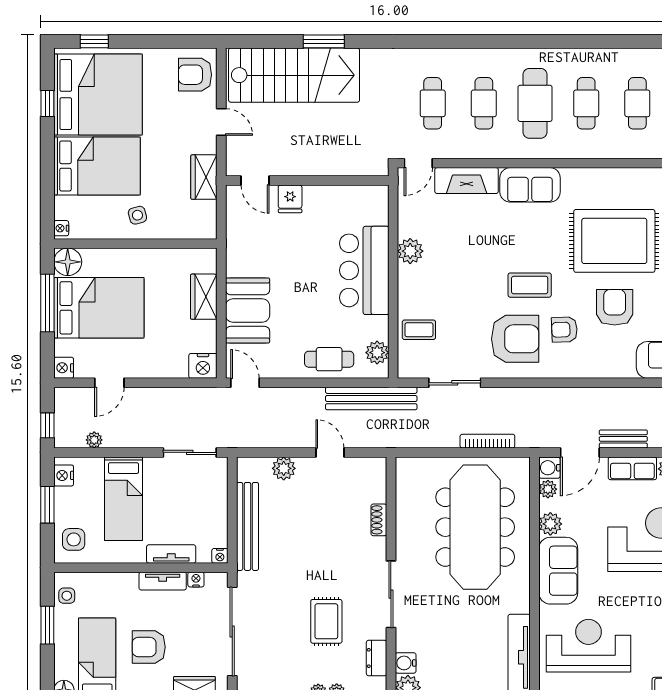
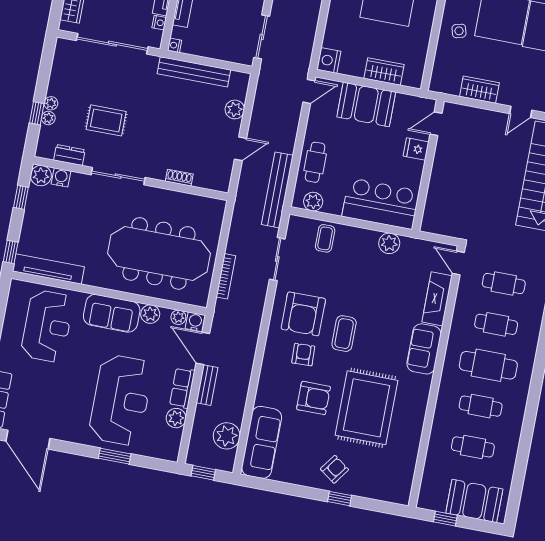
door: (255, 181) -> (436, 124), moved
wall: (307, 181) -> (428, 165), moved
fridge: (290, 199) -> (416, 149), moved

